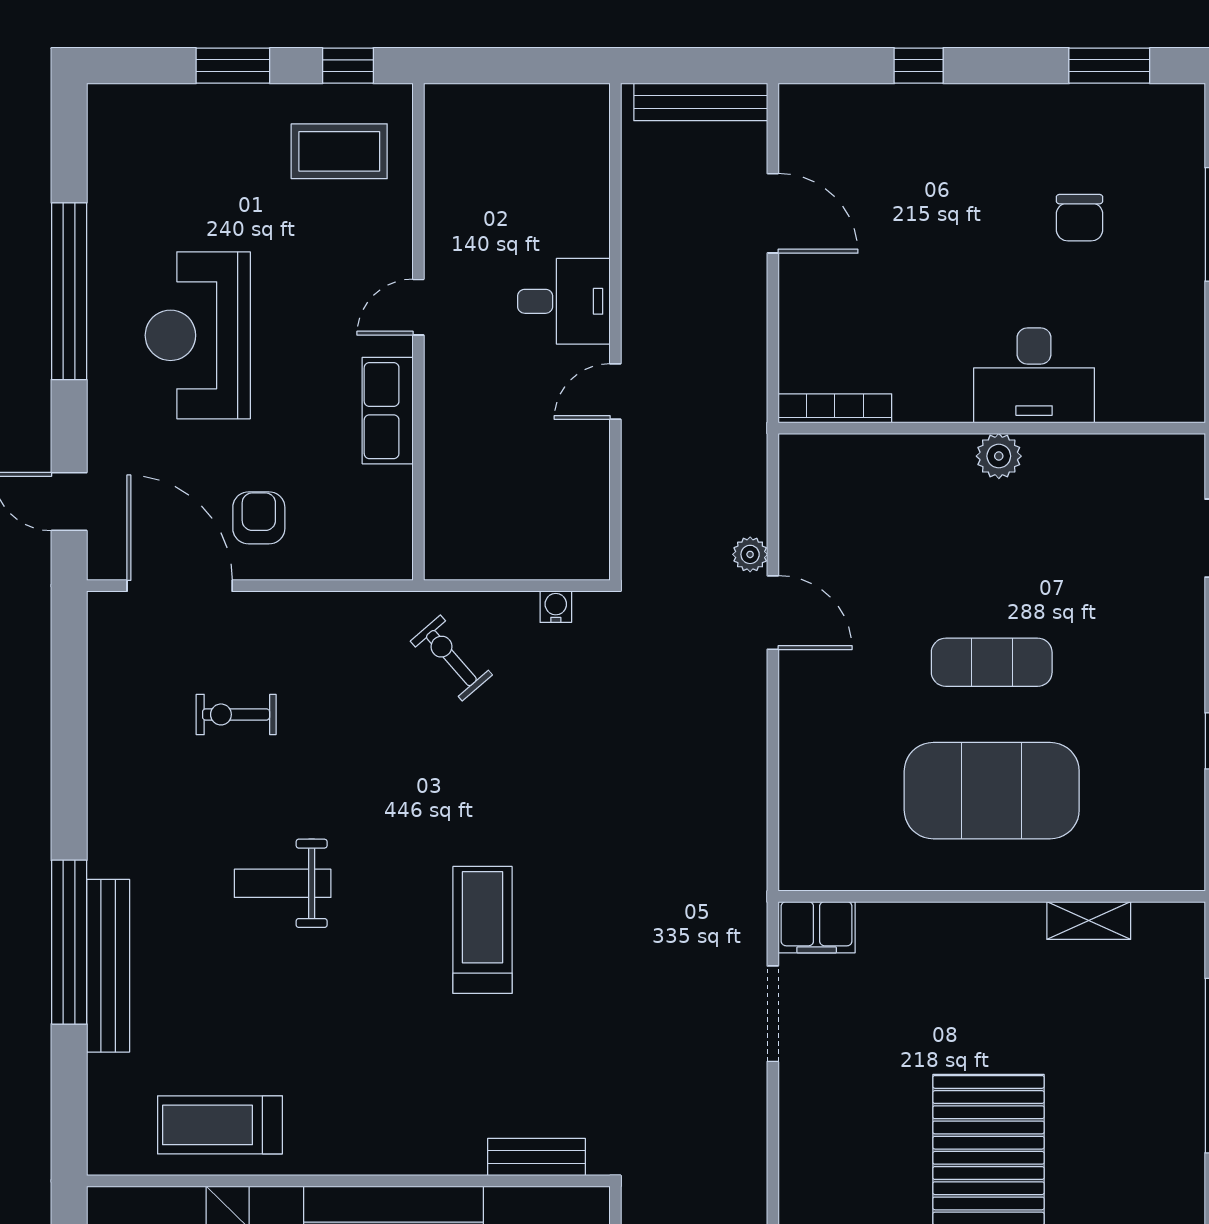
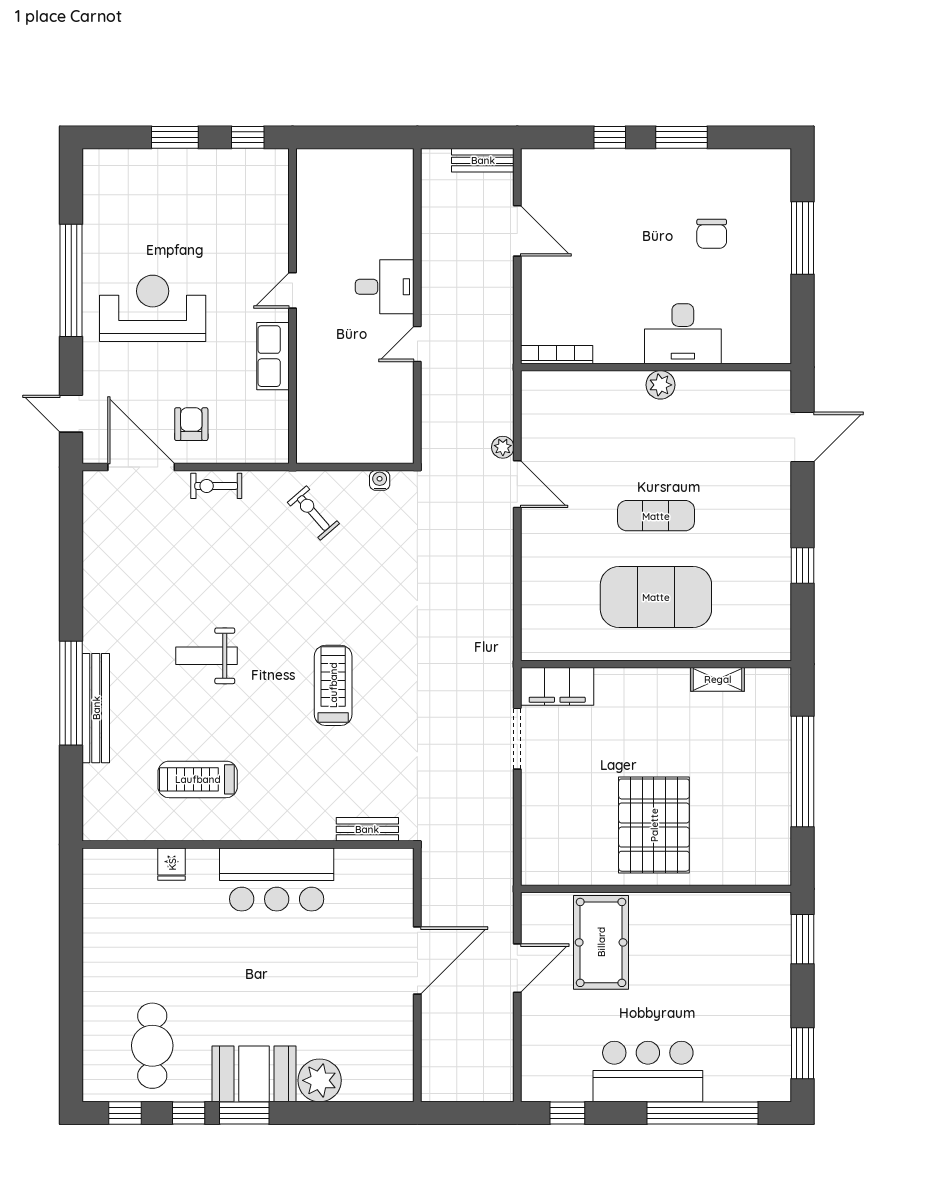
window: (1109, 66) -> (681, 137), moved
bench: (701, 102) -> (483, 160), width x0.73
coffee table: (339, 151) -> (242, 192), removed
reception desk: (198, 335) -> (153, 308), turned 90
exercise bike: (236, 714) -> (216, 486), moved
filing cabinet: (817, 927) -> (557, 686), width x1.50, depth x1.17
treadmill: (220, 1125) -> (198, 779), moved

